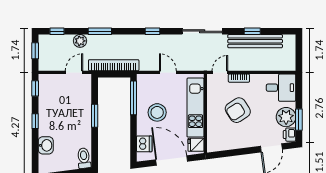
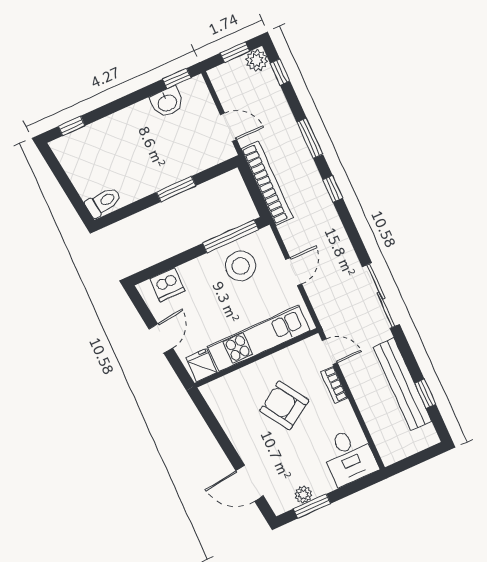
window: (152, 31) -> (333, 189), moved
window: (252, 31) -> (425, 394), moved
plant: (80, 41) -> (257, 60), moved
stool: (157, 112) -> (241, 266), moved
plant: (286, 117) -> (303, 495), width x0.53, depth x0.53
window: (35, 121) -> (72, 126), moved
printer: (290, 135) -> (283, 502), removed
washbasin: (46, 145) -> (167, 102), moved
door: (172, 160) -> (161, 338), width x0.53

